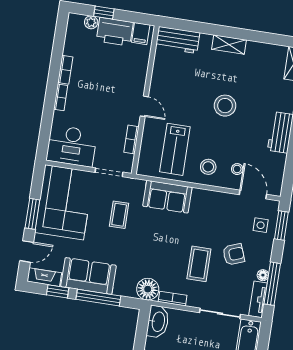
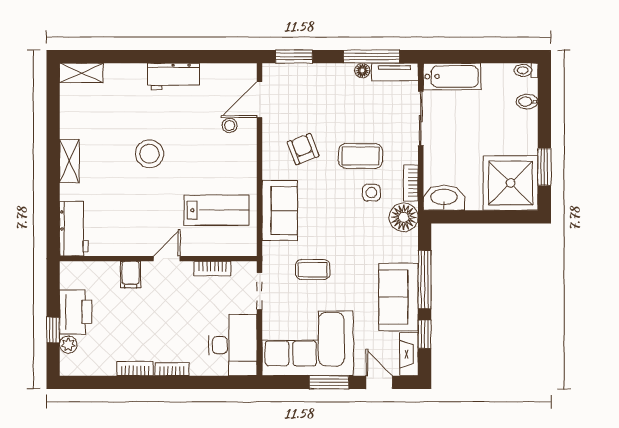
filing cabinet: (141, 34) -> (131, 275), moved, turned 90
stool: (208, 167) -> (233, 163), removed
side table: (261, 225) -> (371, 193), moved
armchair: (234, 254) -> (303, 149), moved

